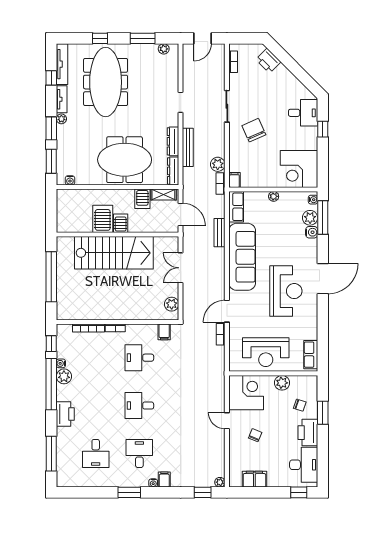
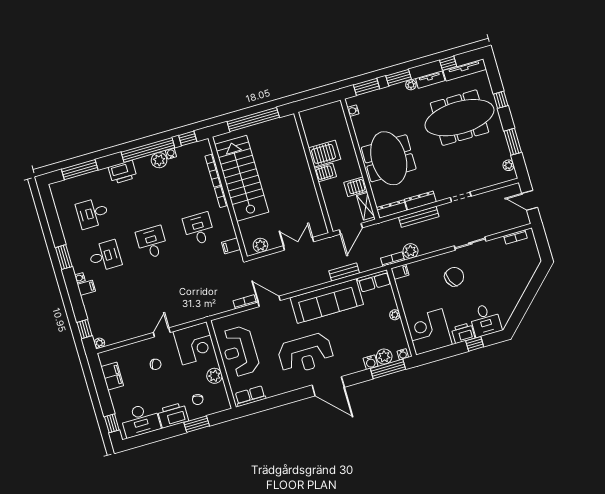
printer: (268, 61) -> (463, 333), moved, turned 45
stairs: (114, 253) -> (242, 178), moved, turned 180

